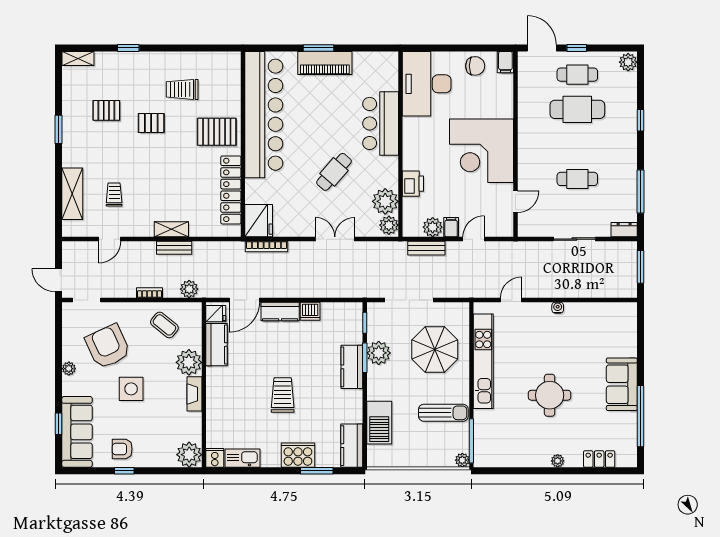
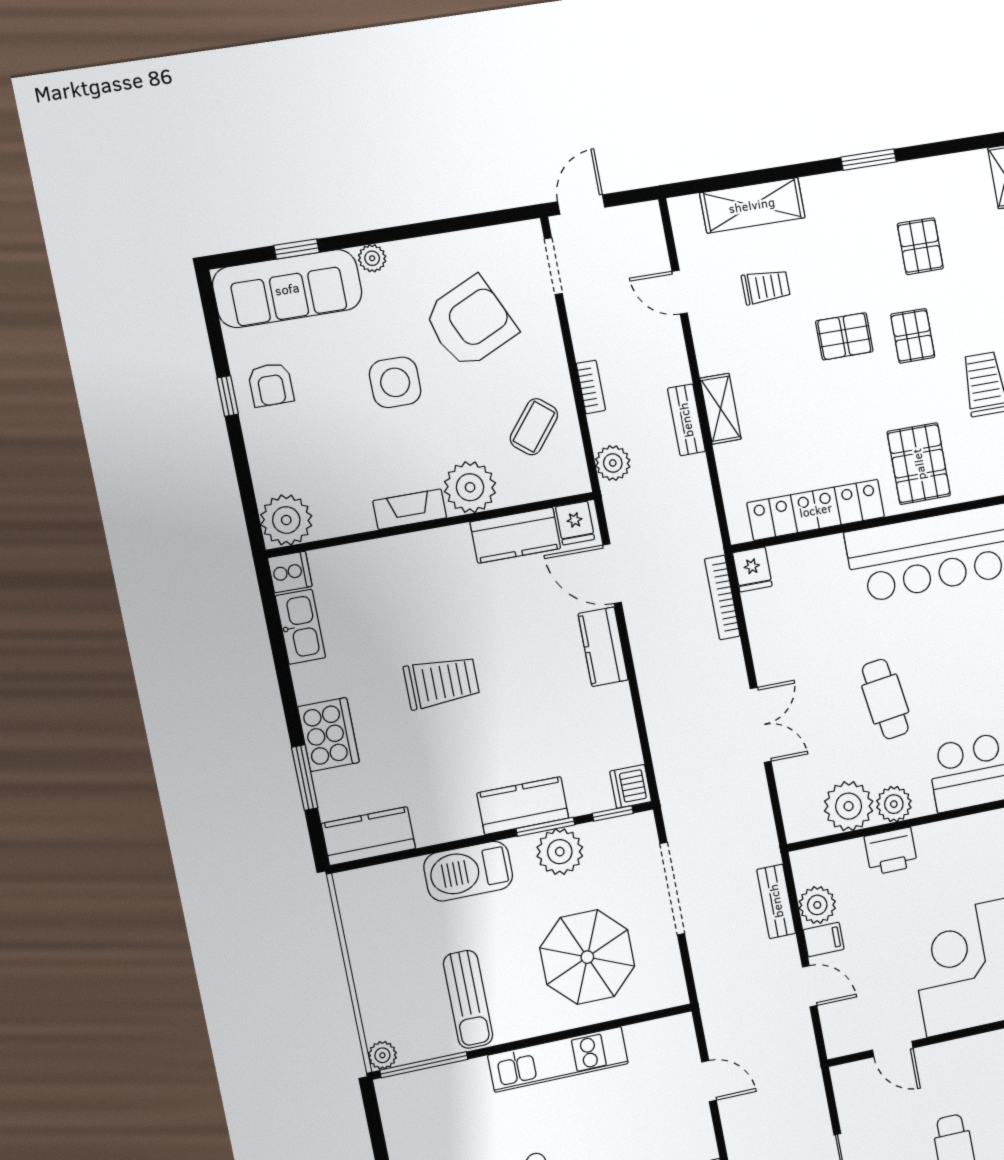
pallet: (146, 159) -> (844, 336), added
cafe table: (334, 172) -> (885, 699), turned 41
fridge: (259, 221) -> (752, 569), width x0.53, depth x0.75
plant: (389, 225) -> (894, 804), moved
dishwasher: (310, 311) -> (631, 786), moved
kitchen unit: (483, 361) -> (558, 1059), width x0.73
plant: (69, 369) -> (372, 258), moved
barbecue: (379, 423) -> (468, 871), moved
armchair: (122, 449) -> (271, 385), turned 180

